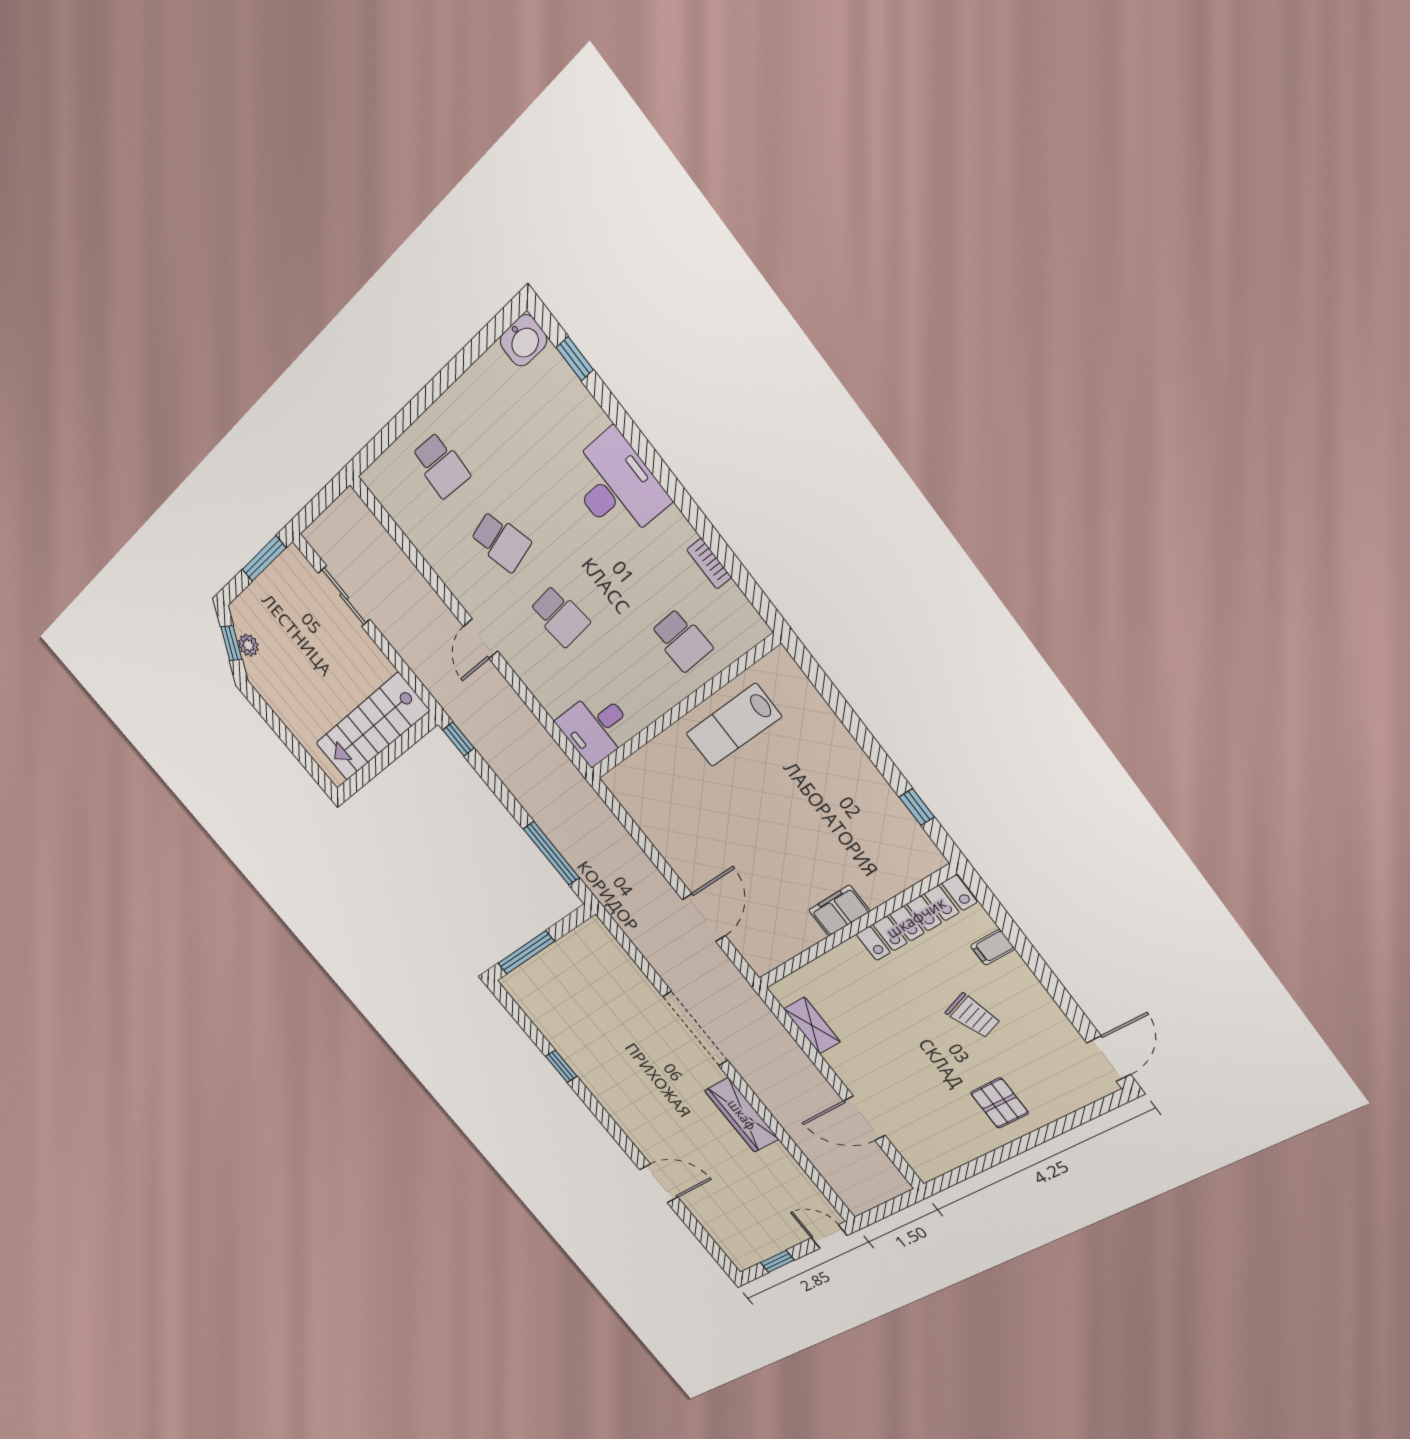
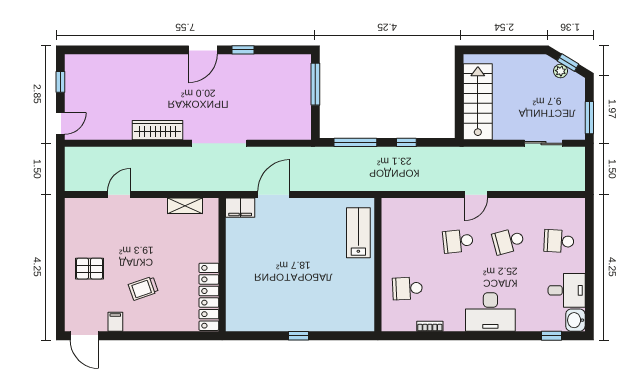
door: (481, 639) -> (476, 195), swing flipped
lab bench: (734, 725) -> (358, 233), moved
desk: (596, 727) -> (567, 290), moved, turned 90
window: (458, 739) -> (406, 142), moved
window: (917, 807) -> (298, 336), moved
filing cabinet: (839, 911) -> (240, 208), moved, turned 90
door: (704, 918) -> (274, 195), swing flipped
filing cabinet: (993, 947) -> (115, 322), moved
door: (864, 1118) -> (119, 195), width x0.73
door: (659, 1183) -> (203, 50), moved

